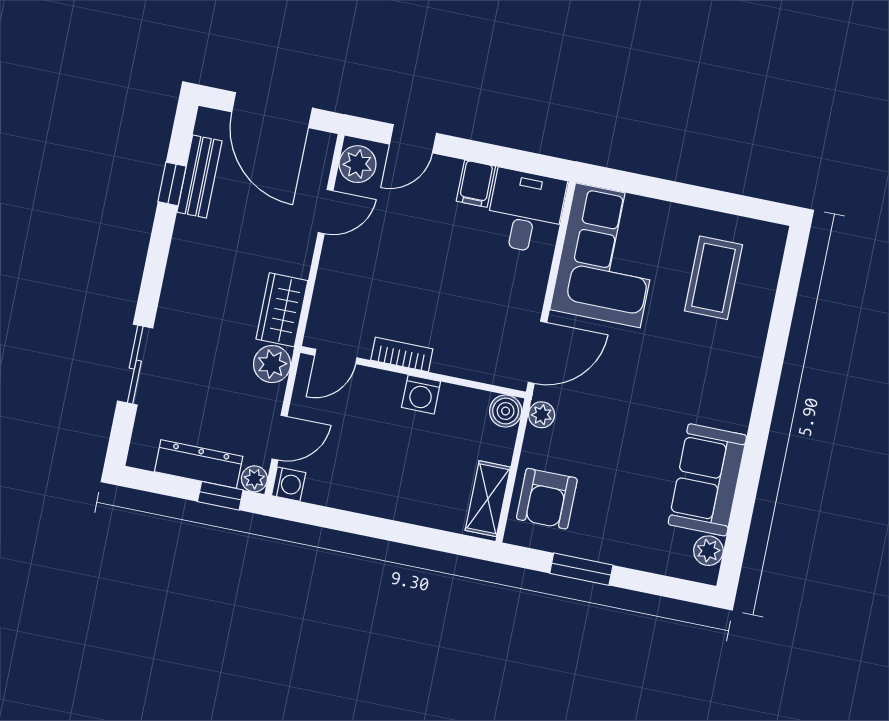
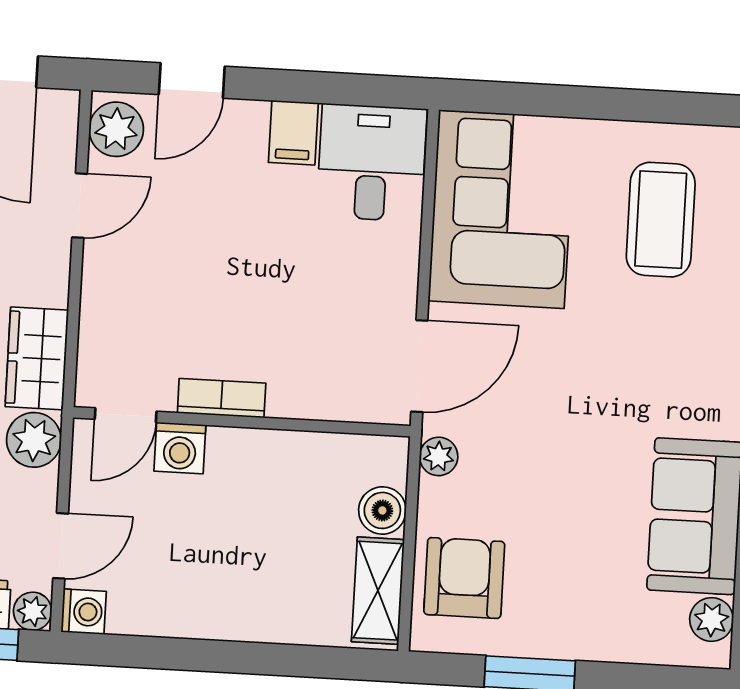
washing machine: (421, 394) -> (180, 448), moved
boiler: (506, 411) -> (382, 510), moved
armchair: (547, 499) -> (464, 578), turned 180

